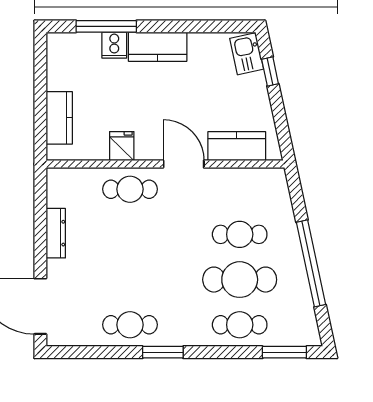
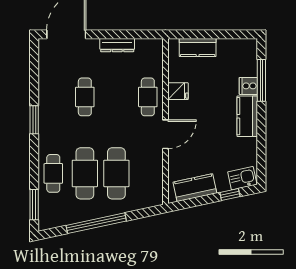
kitchen counter: (237, 146) -> (195, 188), moved, turned -102
cafe table: (240, 234) -> (116, 173), width x1.37, depth x1.35
cafe table: (130, 325) -> (85, 97), moved

